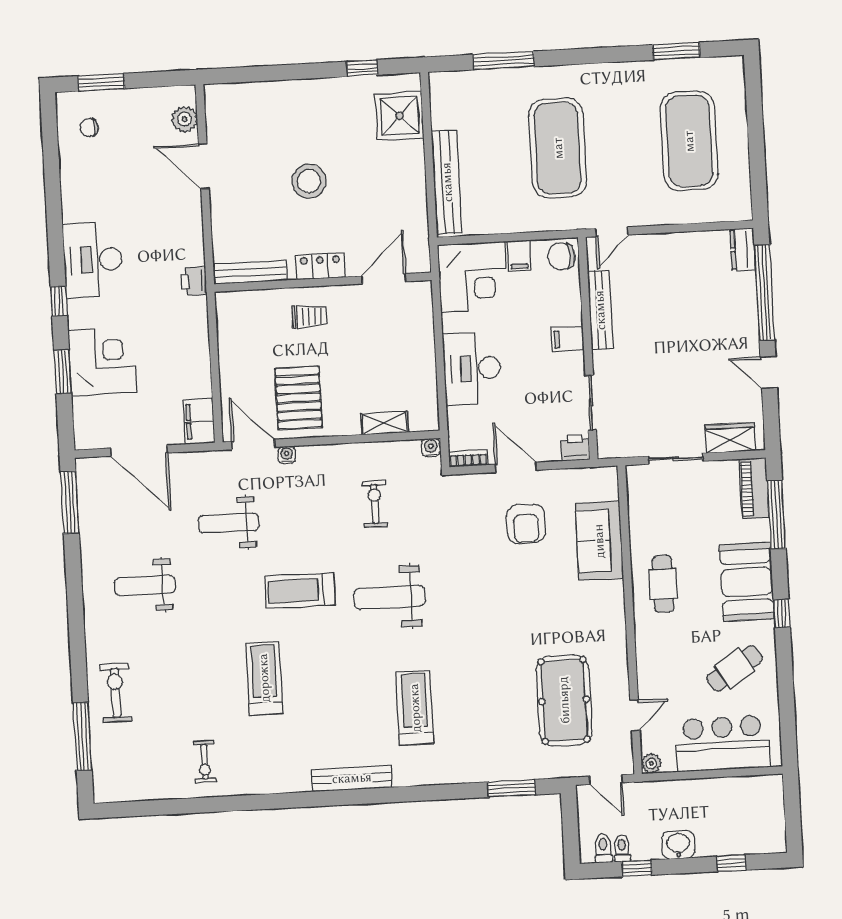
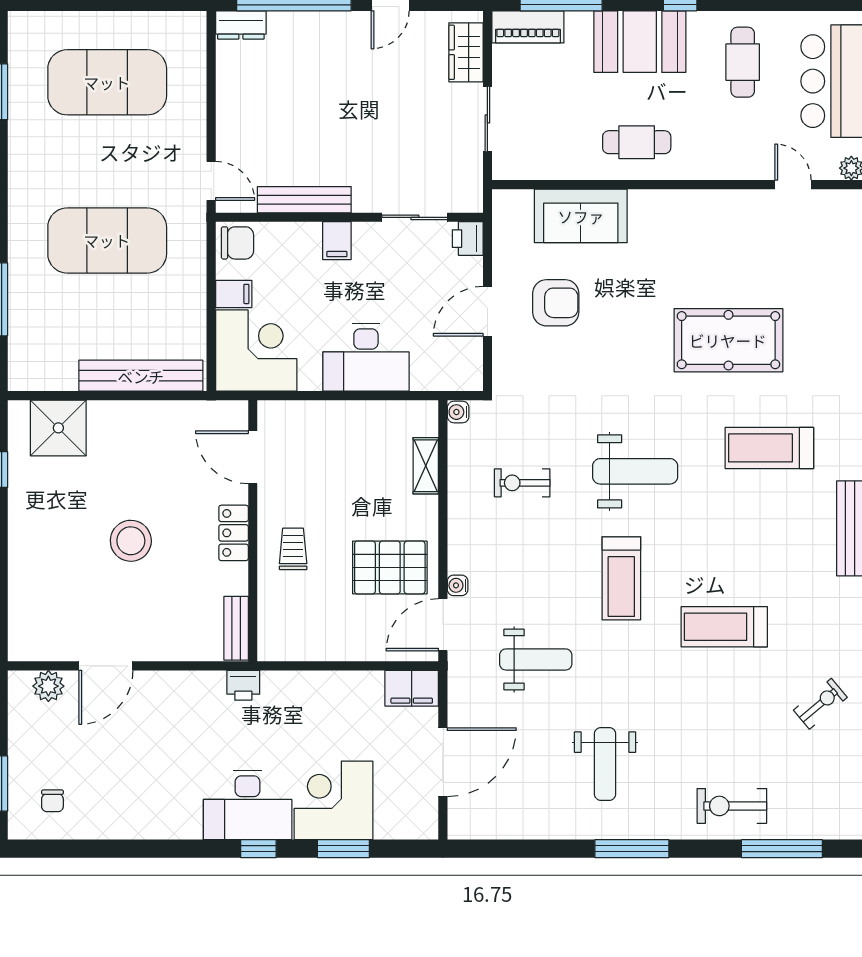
chair: (561, 256) -> (237, 243), turned -90
desk: (93, 260) -> (248, 805), moved
bench: (251, 272) -> (236, 628), width x0.73
bookcase: (468, 458) -> (474, 368), removed
window: (70, 502) -> (632, 849), moved
weight bench: (229, 523) -> (536, 659), turned -90
weight bench: (389, 597) -> (635, 471), turned -90
cafe table: (734, 668) -> (743, 62), turned 32
pool table: (564, 700) -> (728, 340), moved
exercise bike: (205, 762) -> (820, 704), turned -40

